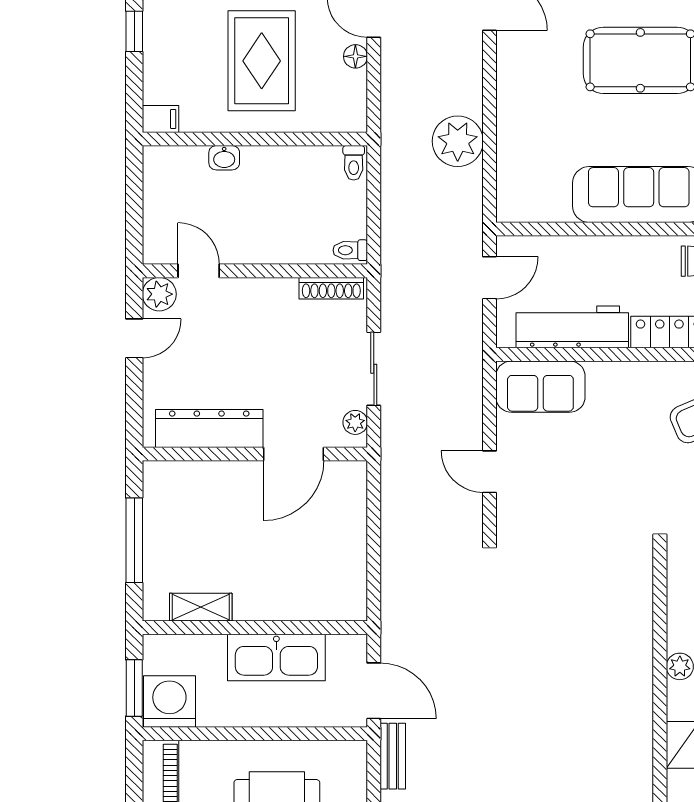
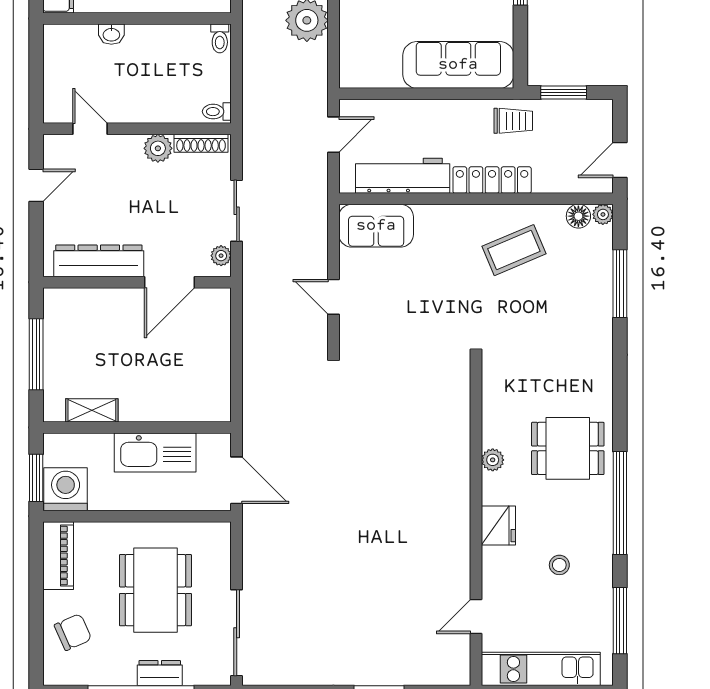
plant: (159, 294) -> (158, 148), moved
bench: (393, 756) -> (252, 535), removed

